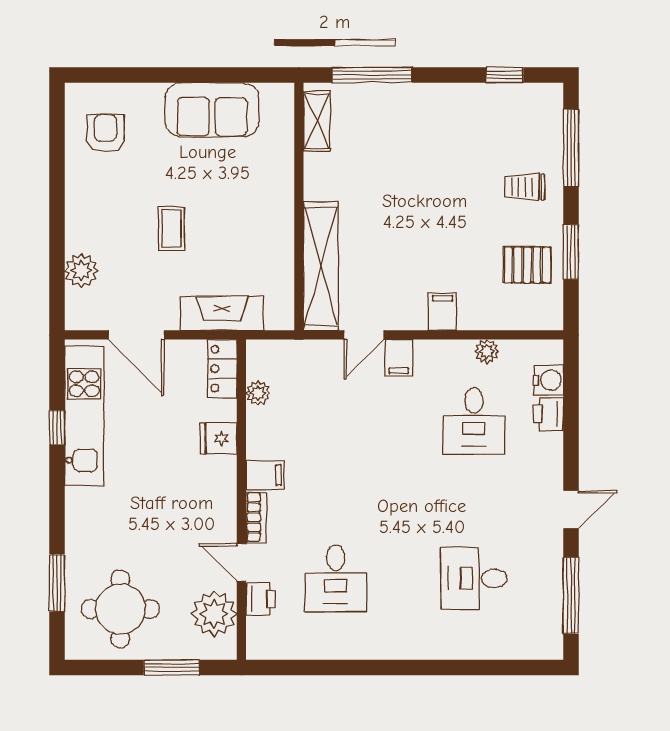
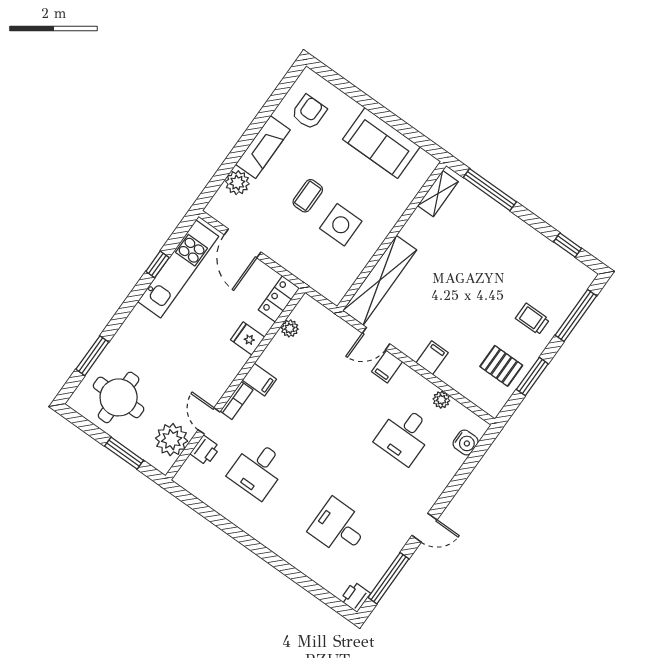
side table: (232, 235) -> (341, 225), added
fireplace: (222, 313) -> (263, 147), moved, turned 90
printer: (548, 414) -> (355, 597), moved

